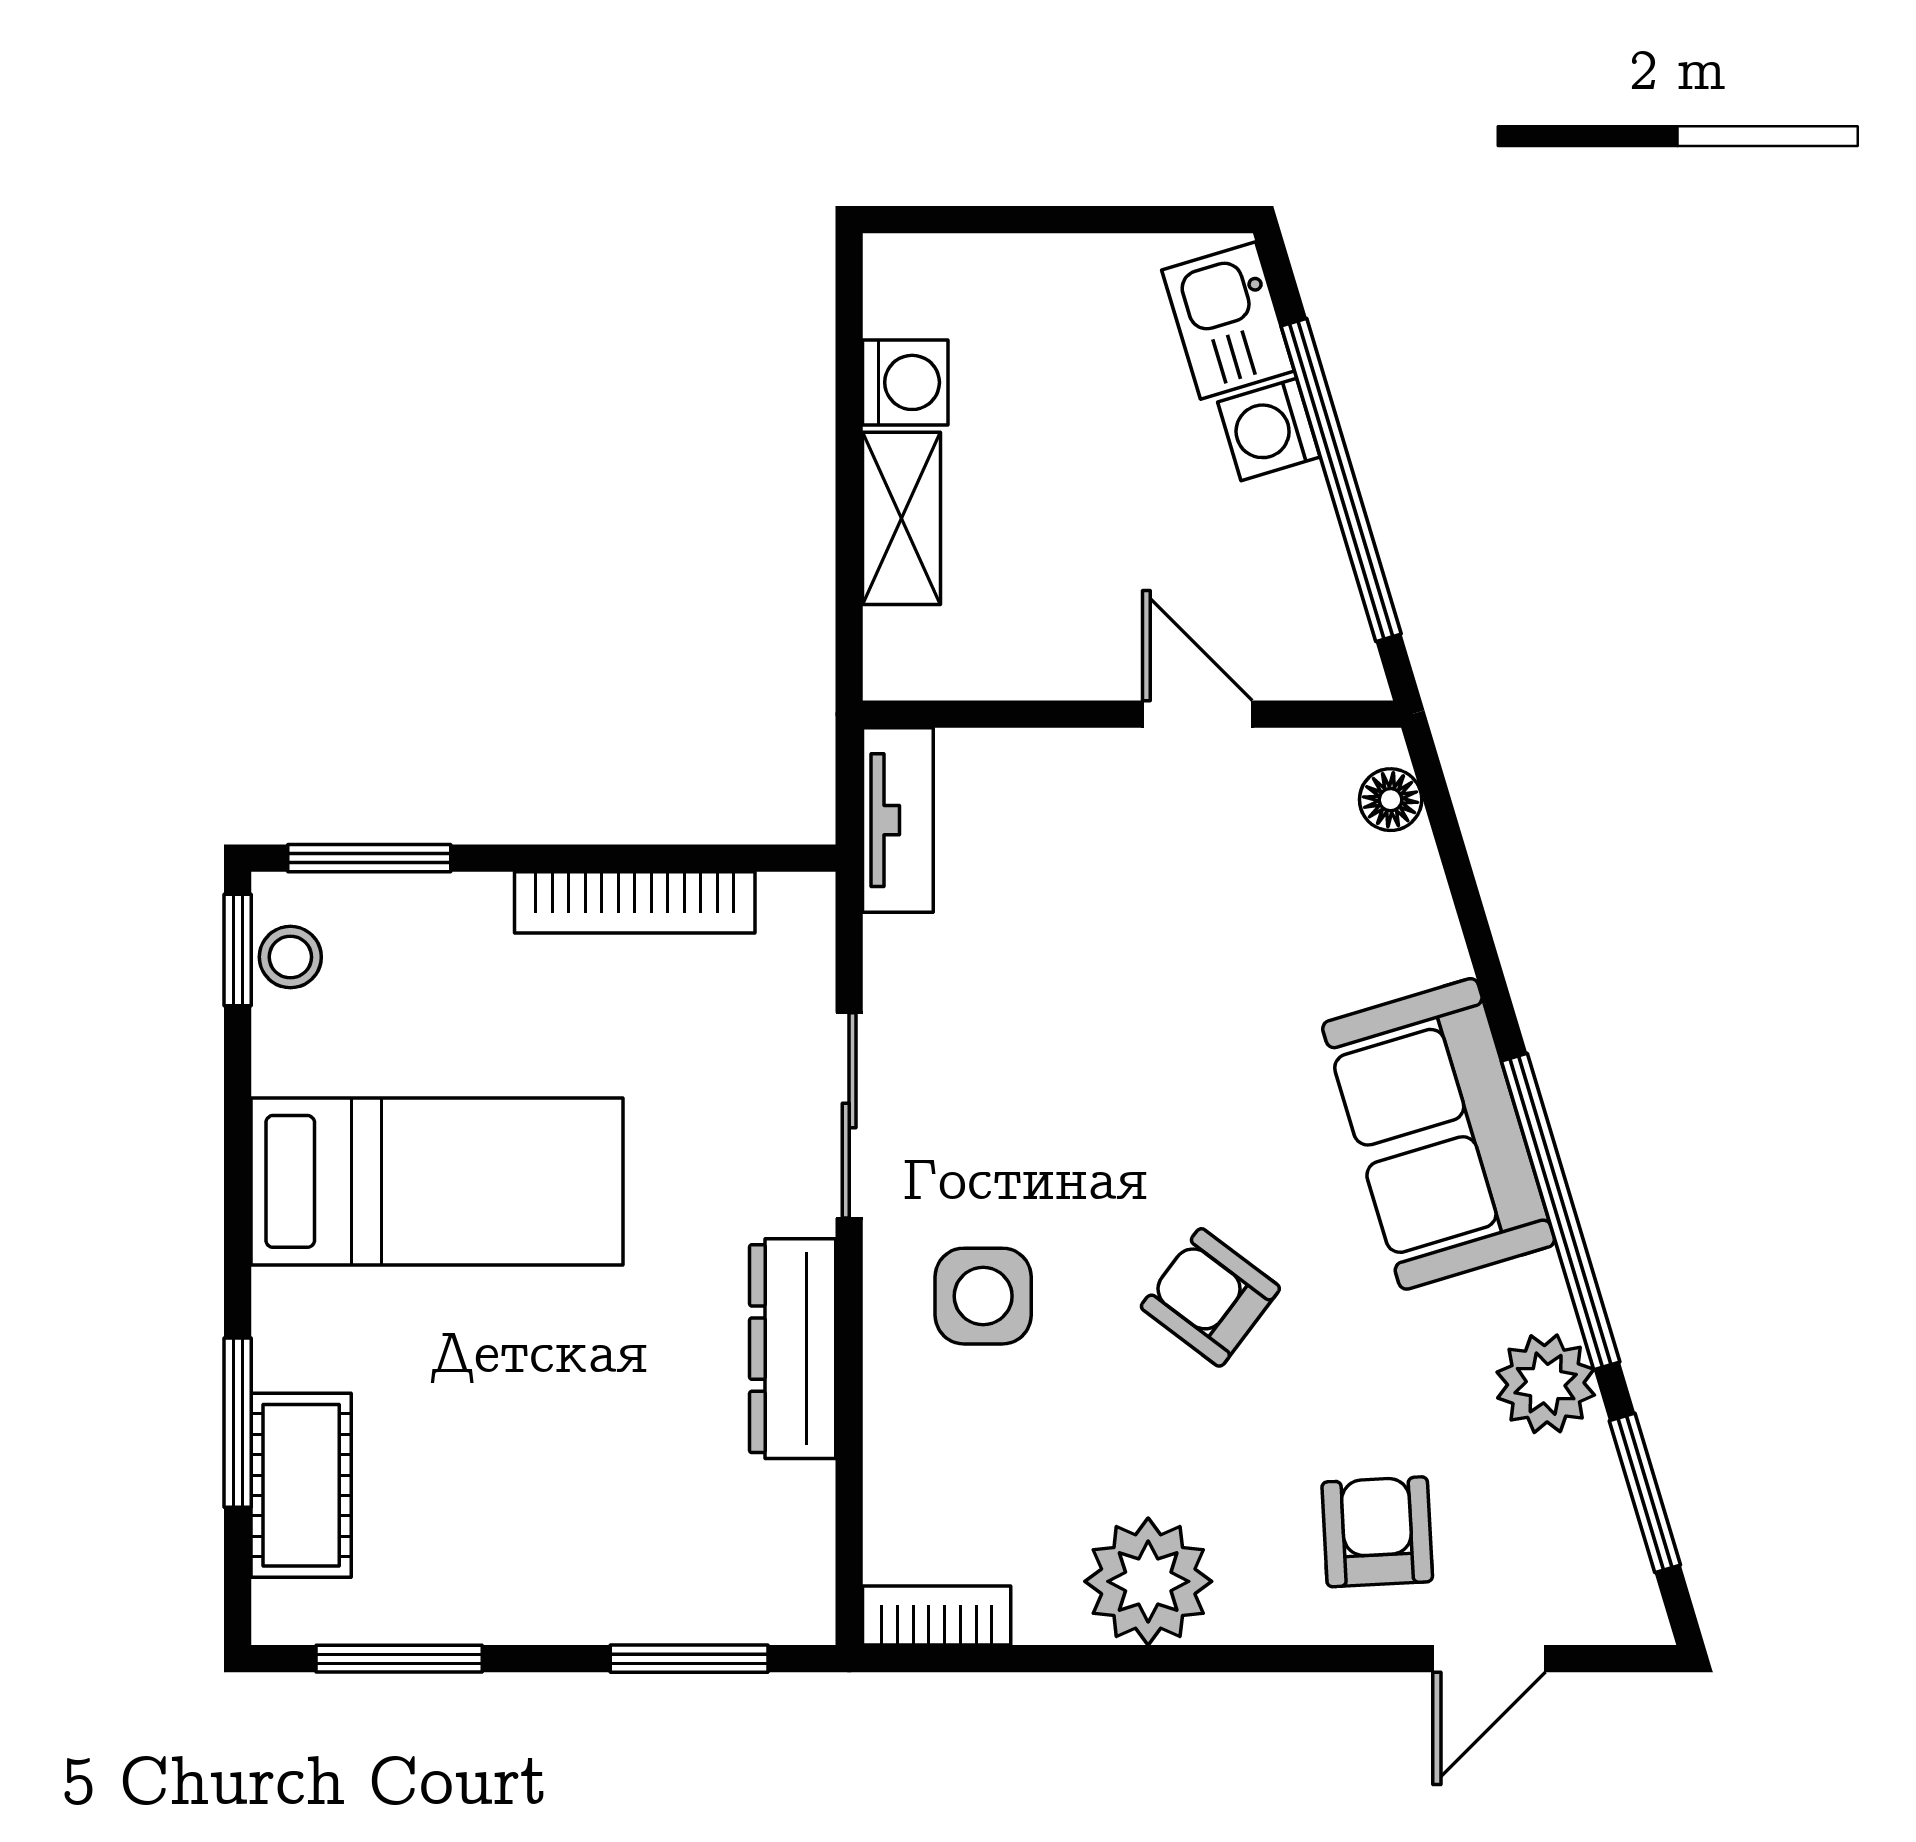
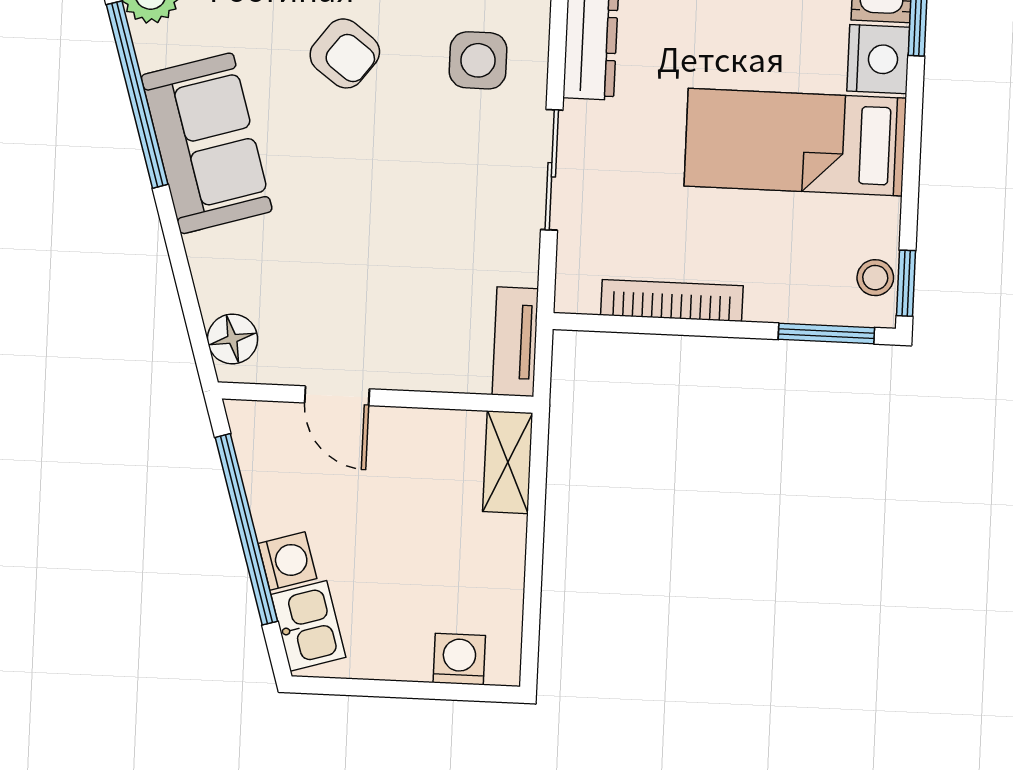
washing machine: (905, 382) -> (459, 659), moved, turned 90
shelving: (902, 518) -> (508, 462), moved
floor lamp: (1391, 800) -> (232, 339), width x1.37, depth x1.37
nightstand: (302, 1329) -> (878, 59), added

